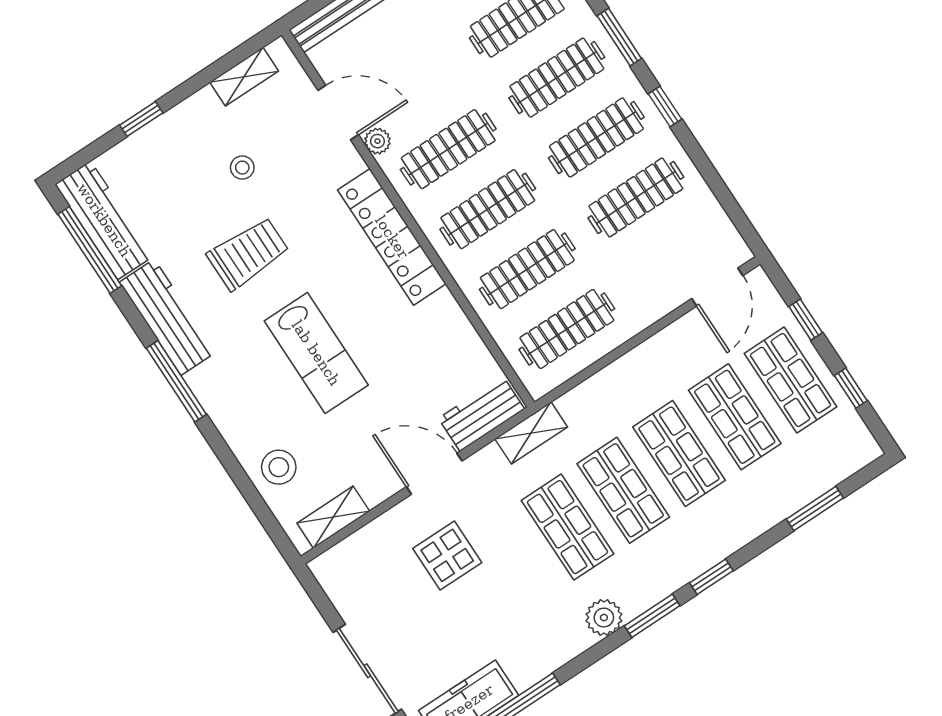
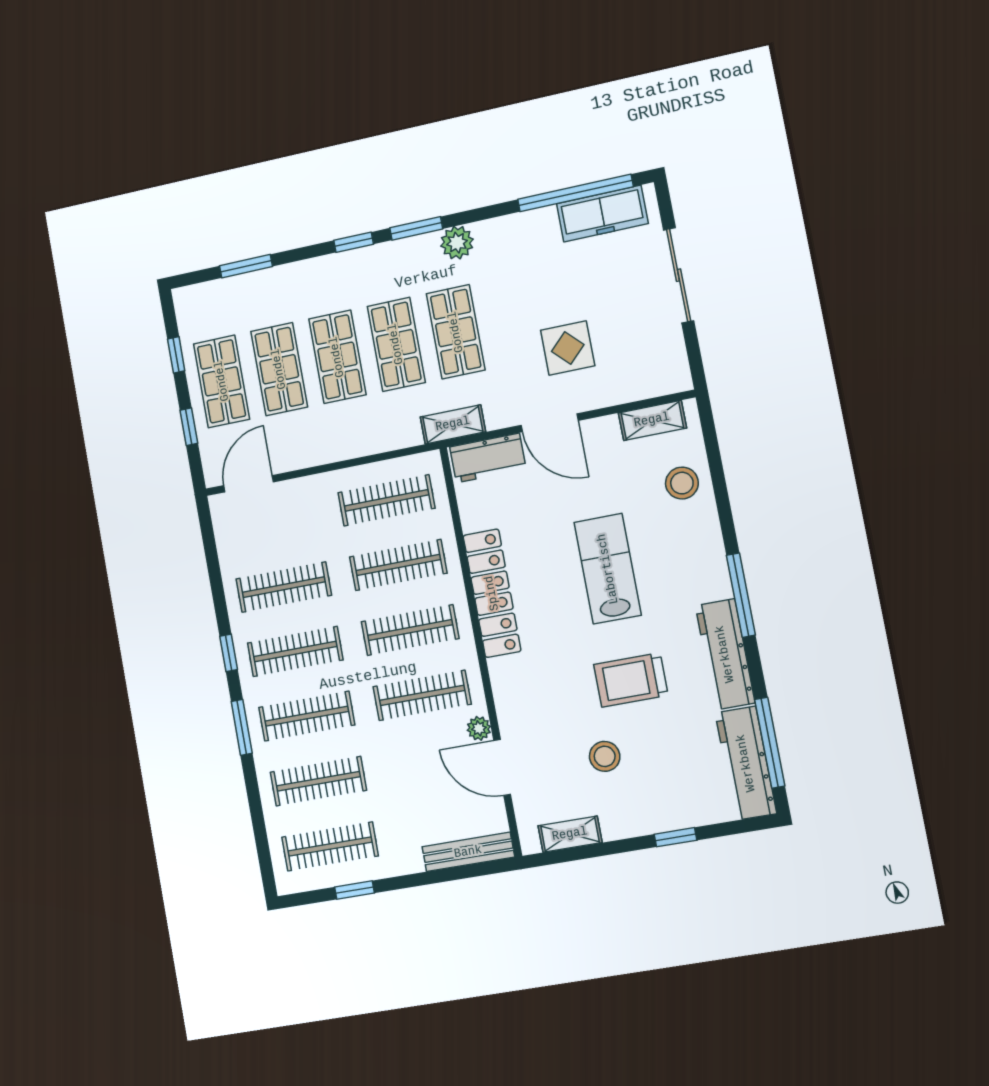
stool: (242, 168) -> (605, 756), width x1.37, depth x1.37
locker: (392, 237) -> (492, 593), moved

